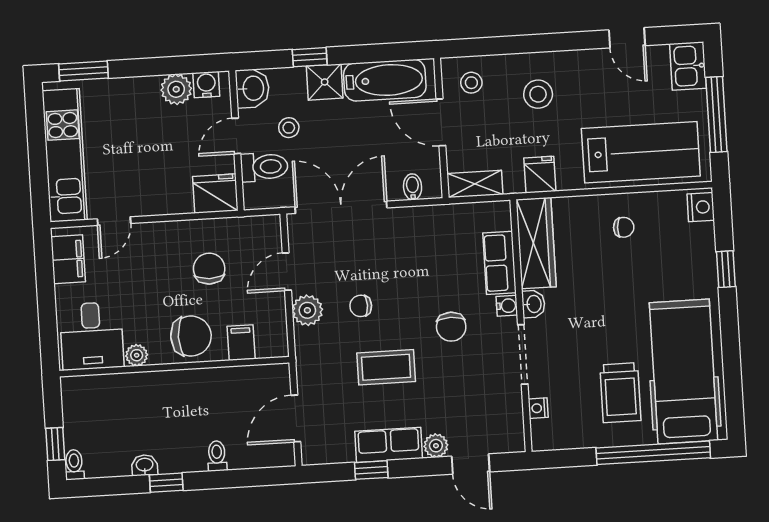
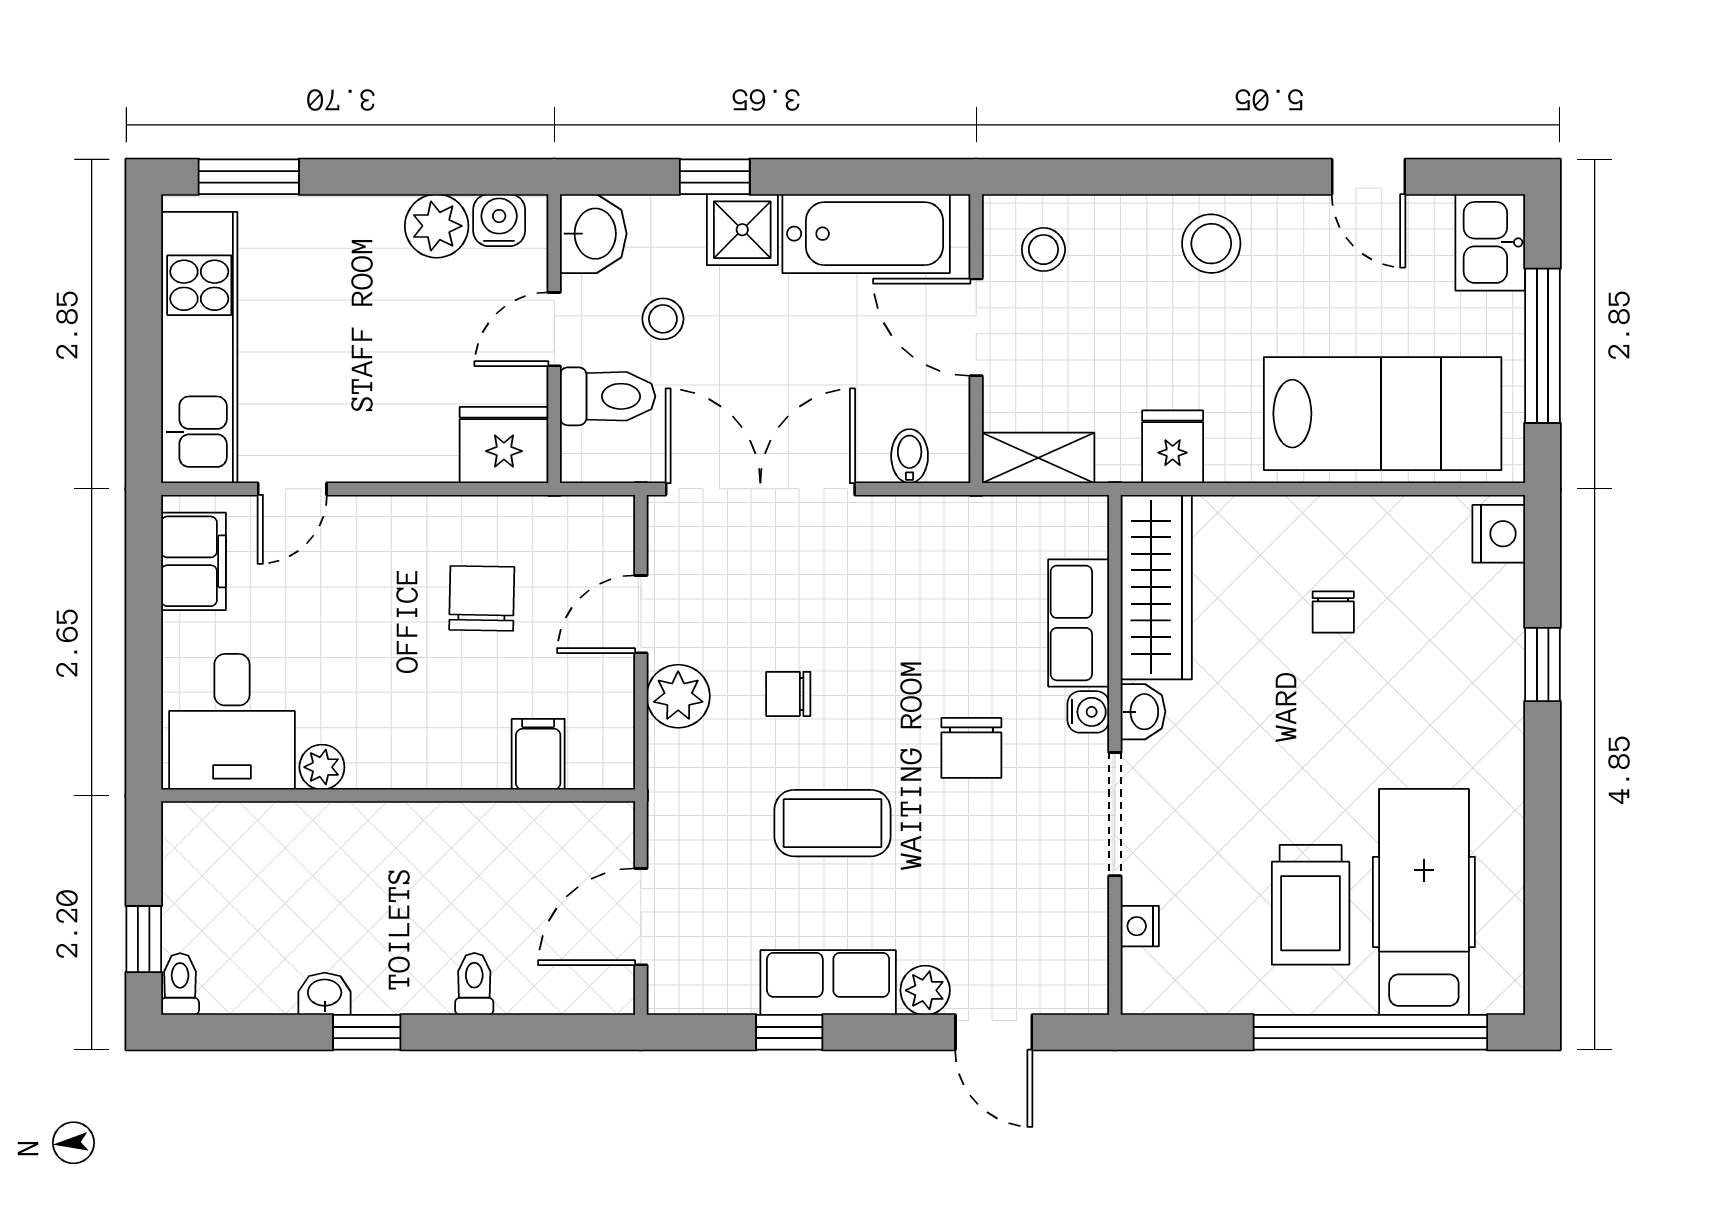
stool: (538, 94) -> (1211, 244), moved
chair: (624, 227) -> (1333, 612), moved, turned 88
chair: (191, 336) -> (436, 734), removed
hospital bed: (684, 372) -> (1424, 902), width x0.73, depth x0.78

